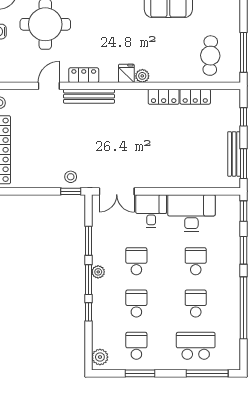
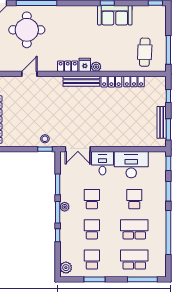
locker: (84, 75) -> (68, 66), moved
bench: (89, 96) -> (81, 81), moved
school desk: (196, 304) -> (134, 229), width x1.85

